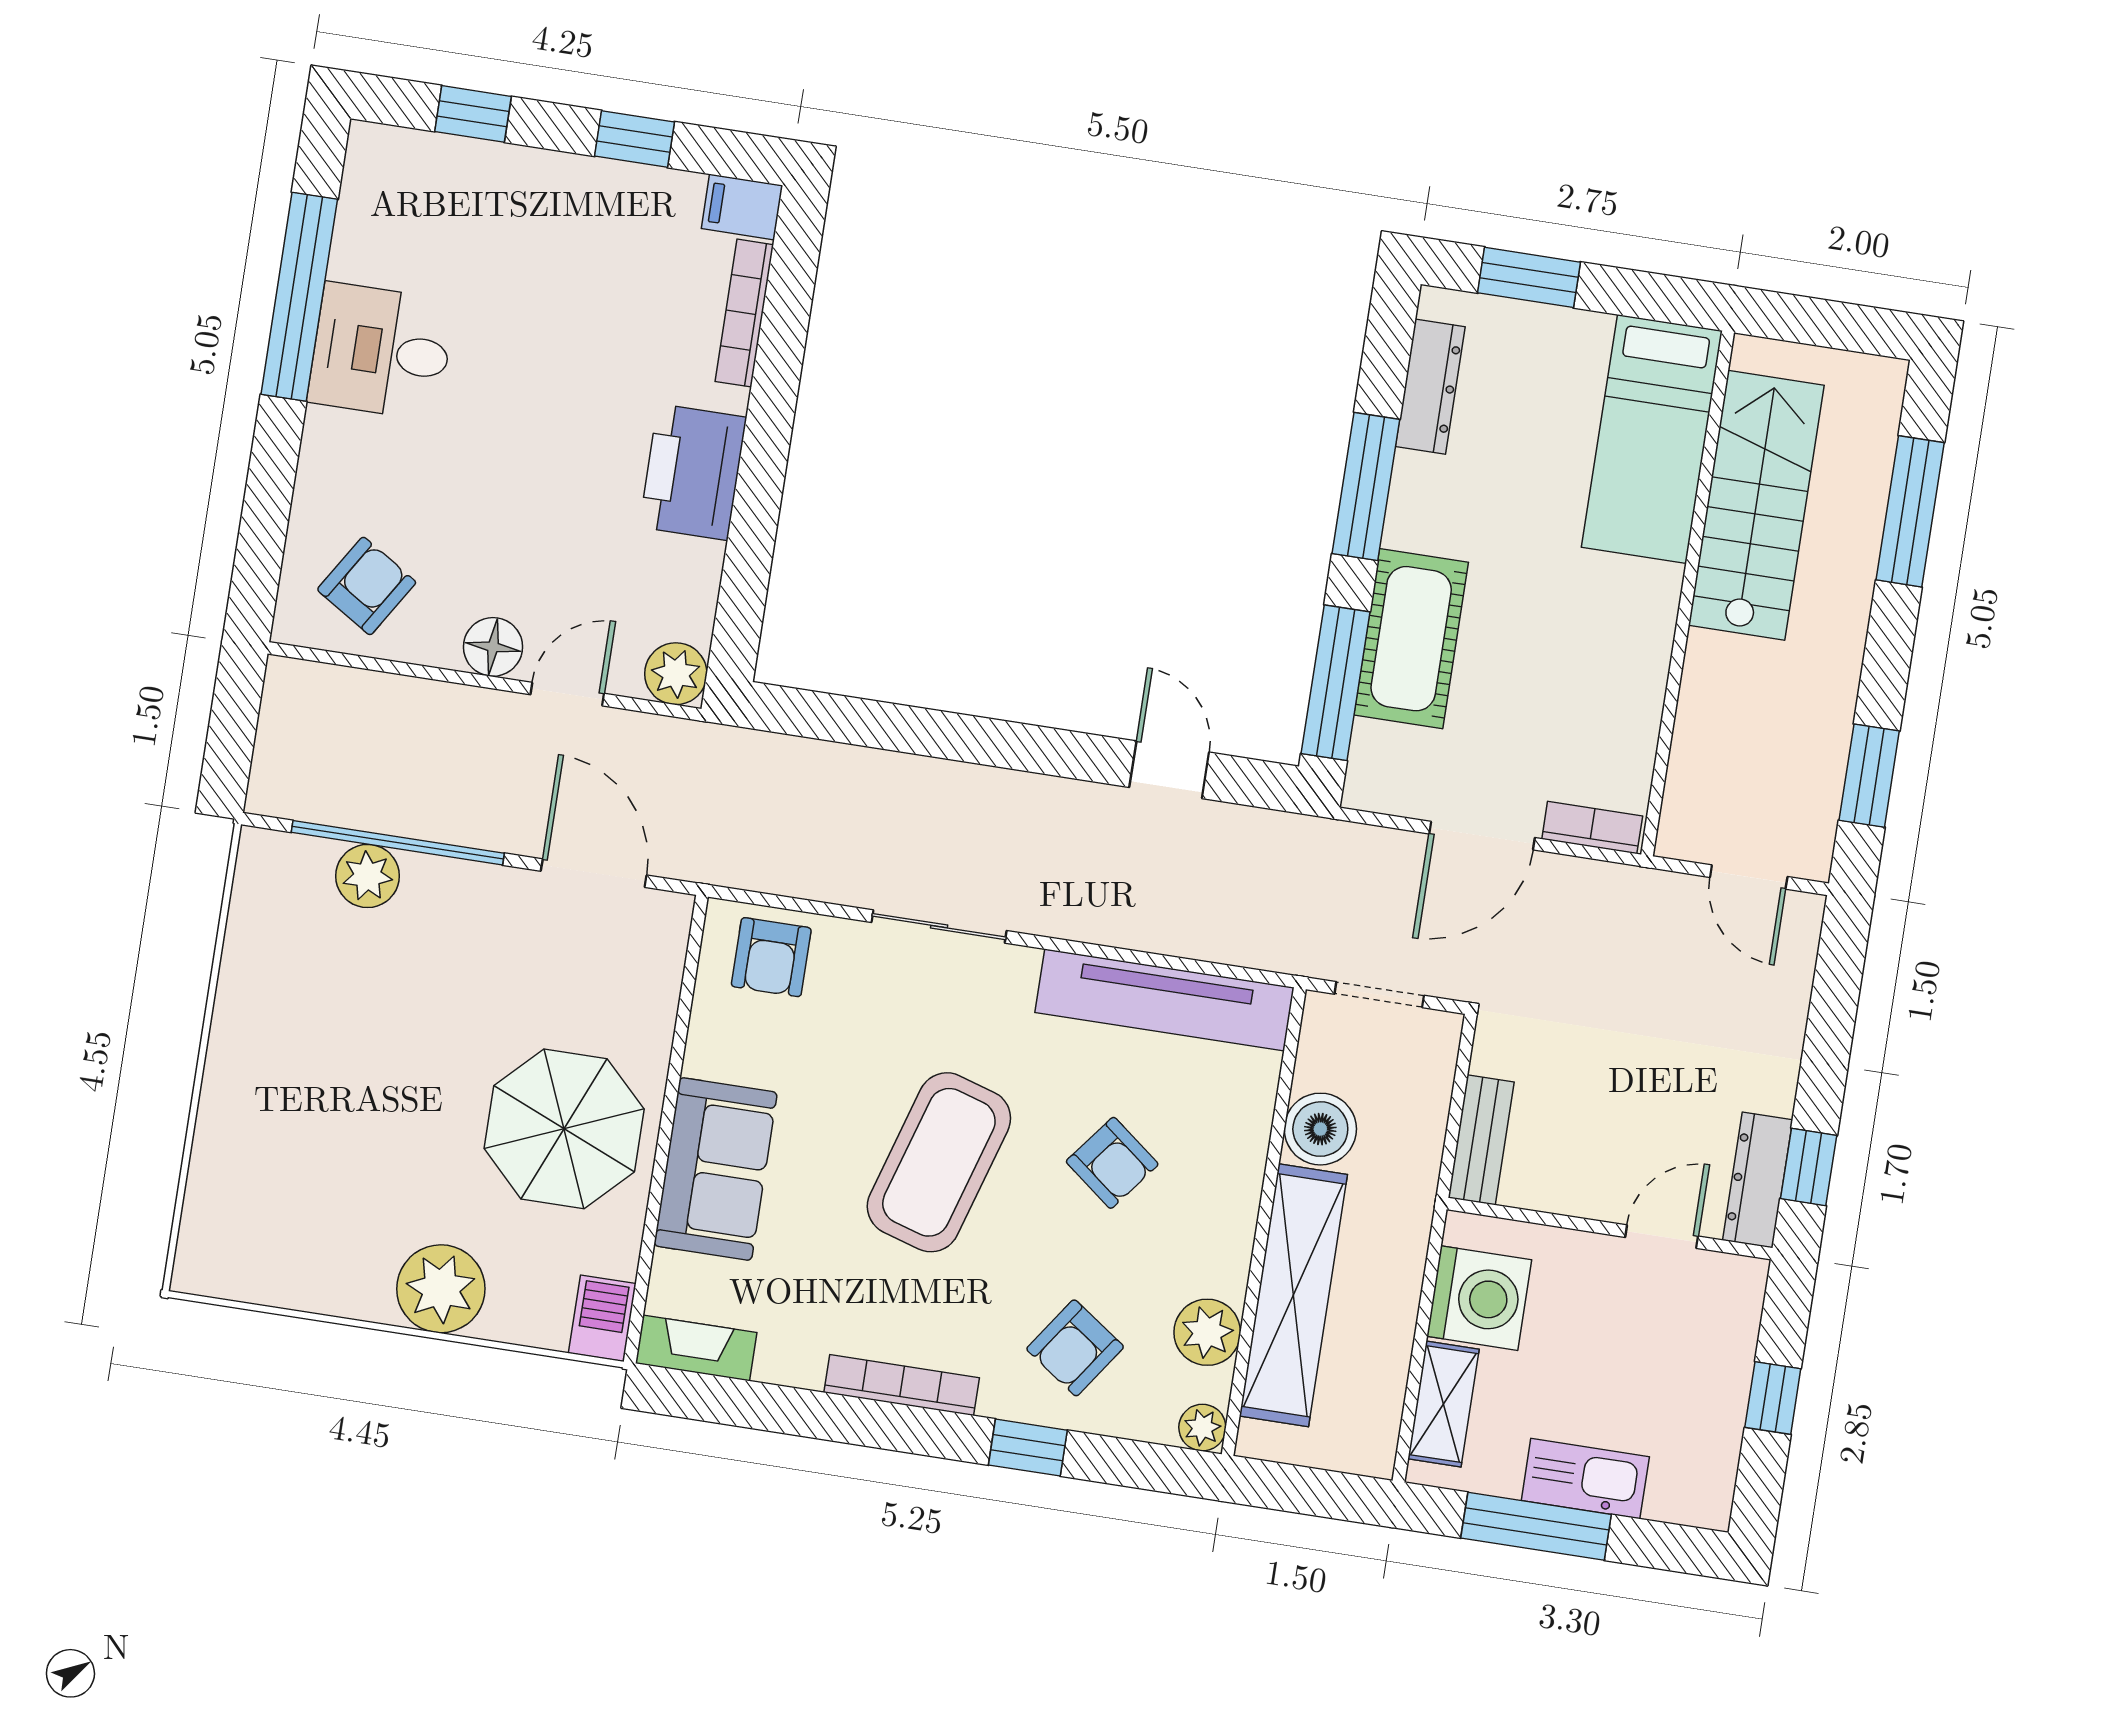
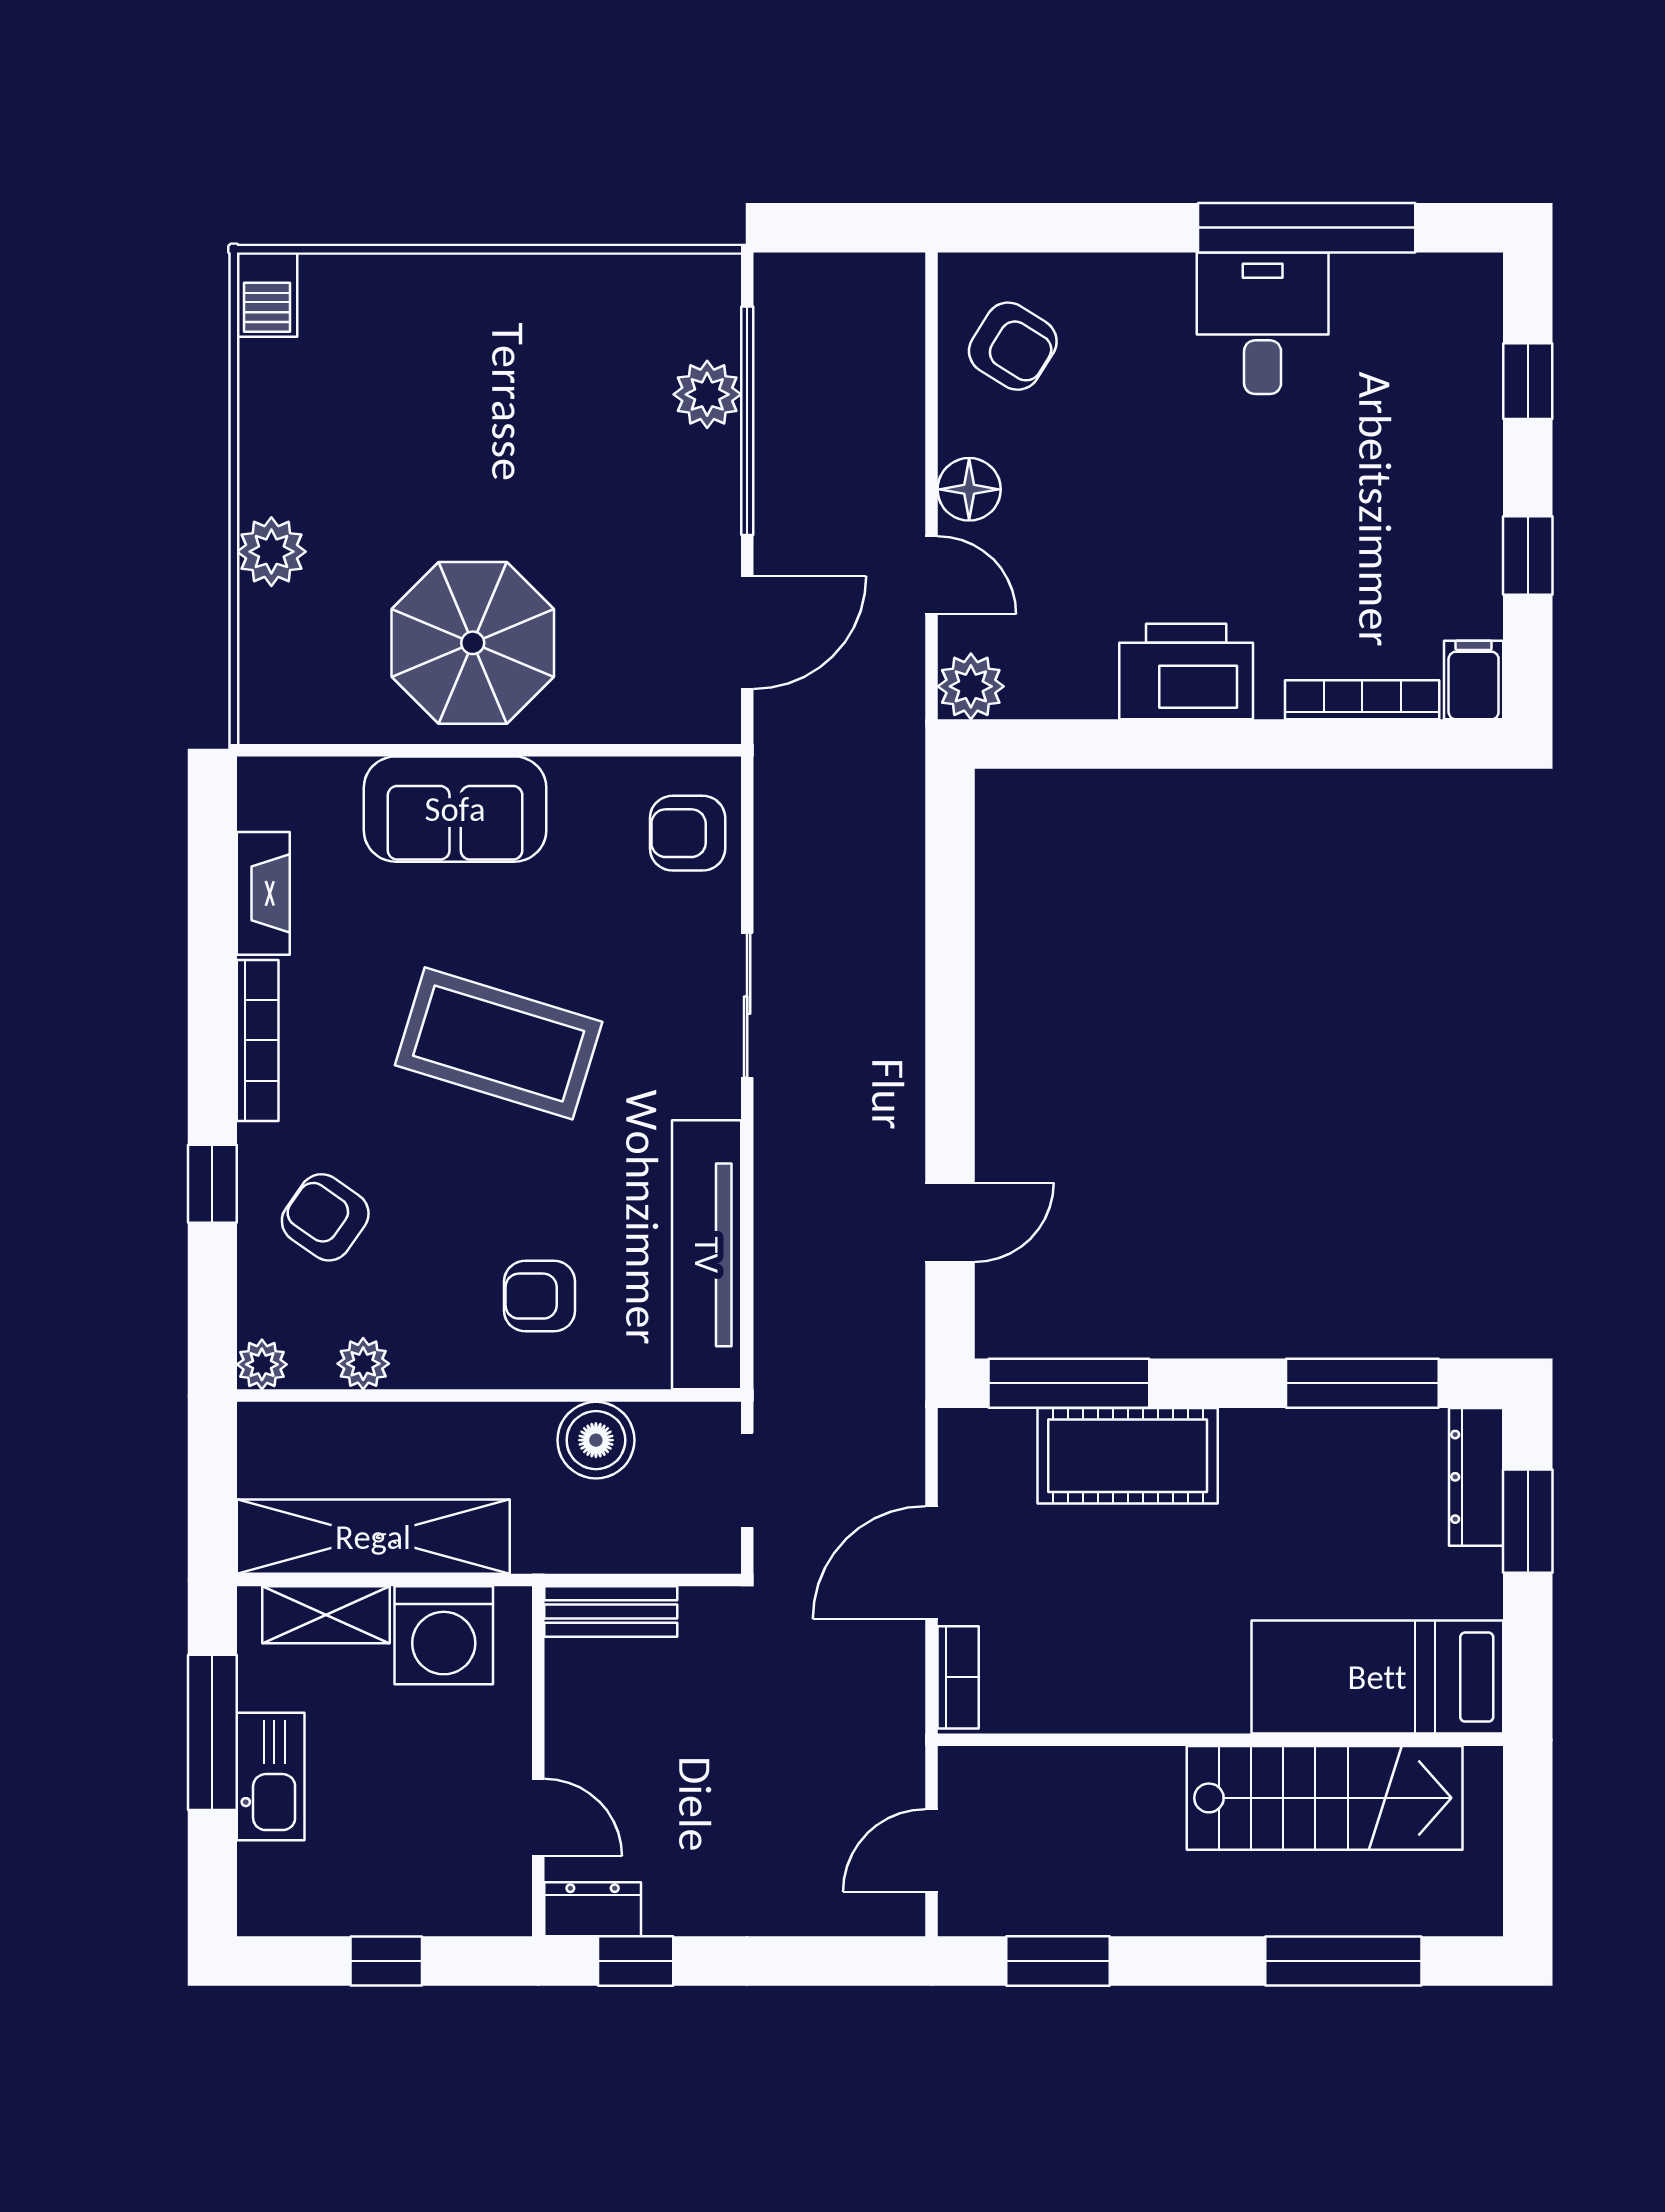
dresser: (1430, 387) -> (1476, 1477), moved, turned 90
window: (1366, 486) -> (1362, 1383), moved
door: (1482, 836) -> (932, 1563), hinge flipped
armchair: (1112, 1163) -> (540, 1296), moved, turned 52
dresser: (1758, 1180) -> (593, 1909), width x0.70
plant: (441, 1289) -> (271, 552), width x0.73, depth x0.73
shelving: (1293, 1295) -> (373, 1537), moved
barbecue: (602, 1318) -> (267, 295), moved, turned 90
plant: (1207, 1332) -> (363, 1364), width x0.73, depth x0.73
fireplace: (696, 1348) -> (263, 893), moved

